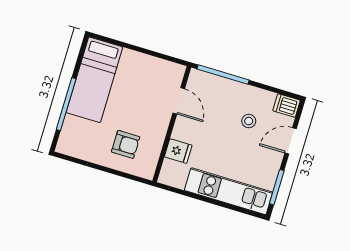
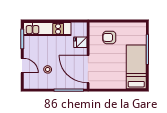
door: (179, 101) -> (88, 69), width x1.87
dishwasher: (287, 106) -> (30, 84), removed
door: (291, 141) -> (22, 66), hinge flipped

